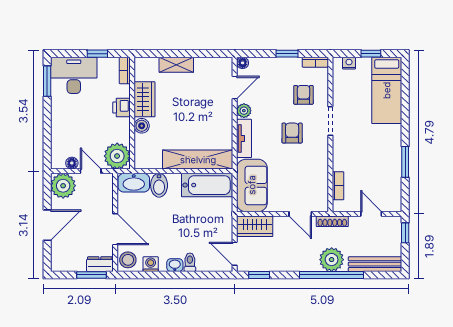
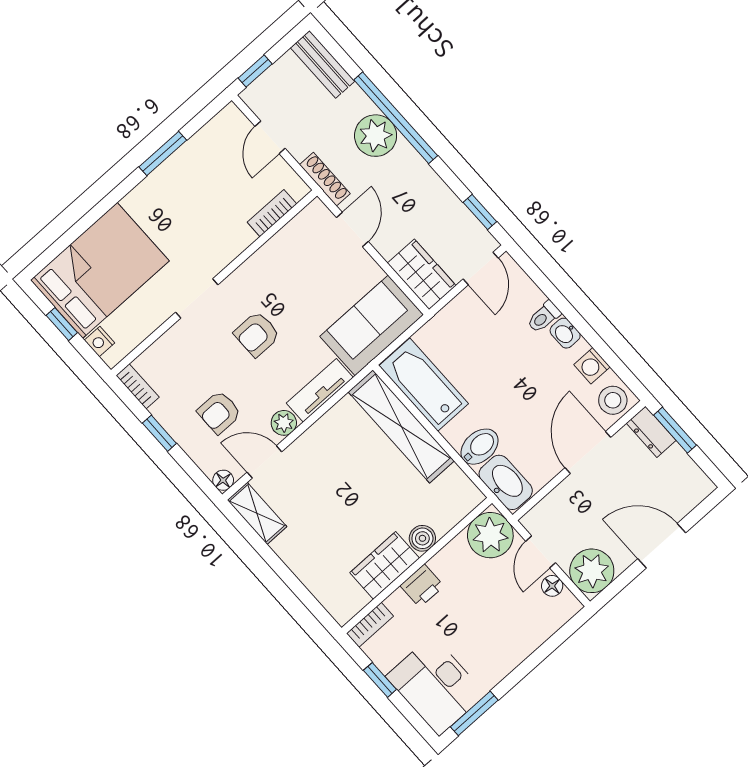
shelving: (176, 65) -> (257, 513), moved
bed: (387, 90) -> (100, 270), width x1.50
armchair: (303, 95) -> (219, 412), moved
bench: (375, 264) -> (323, 64), width x0.73

